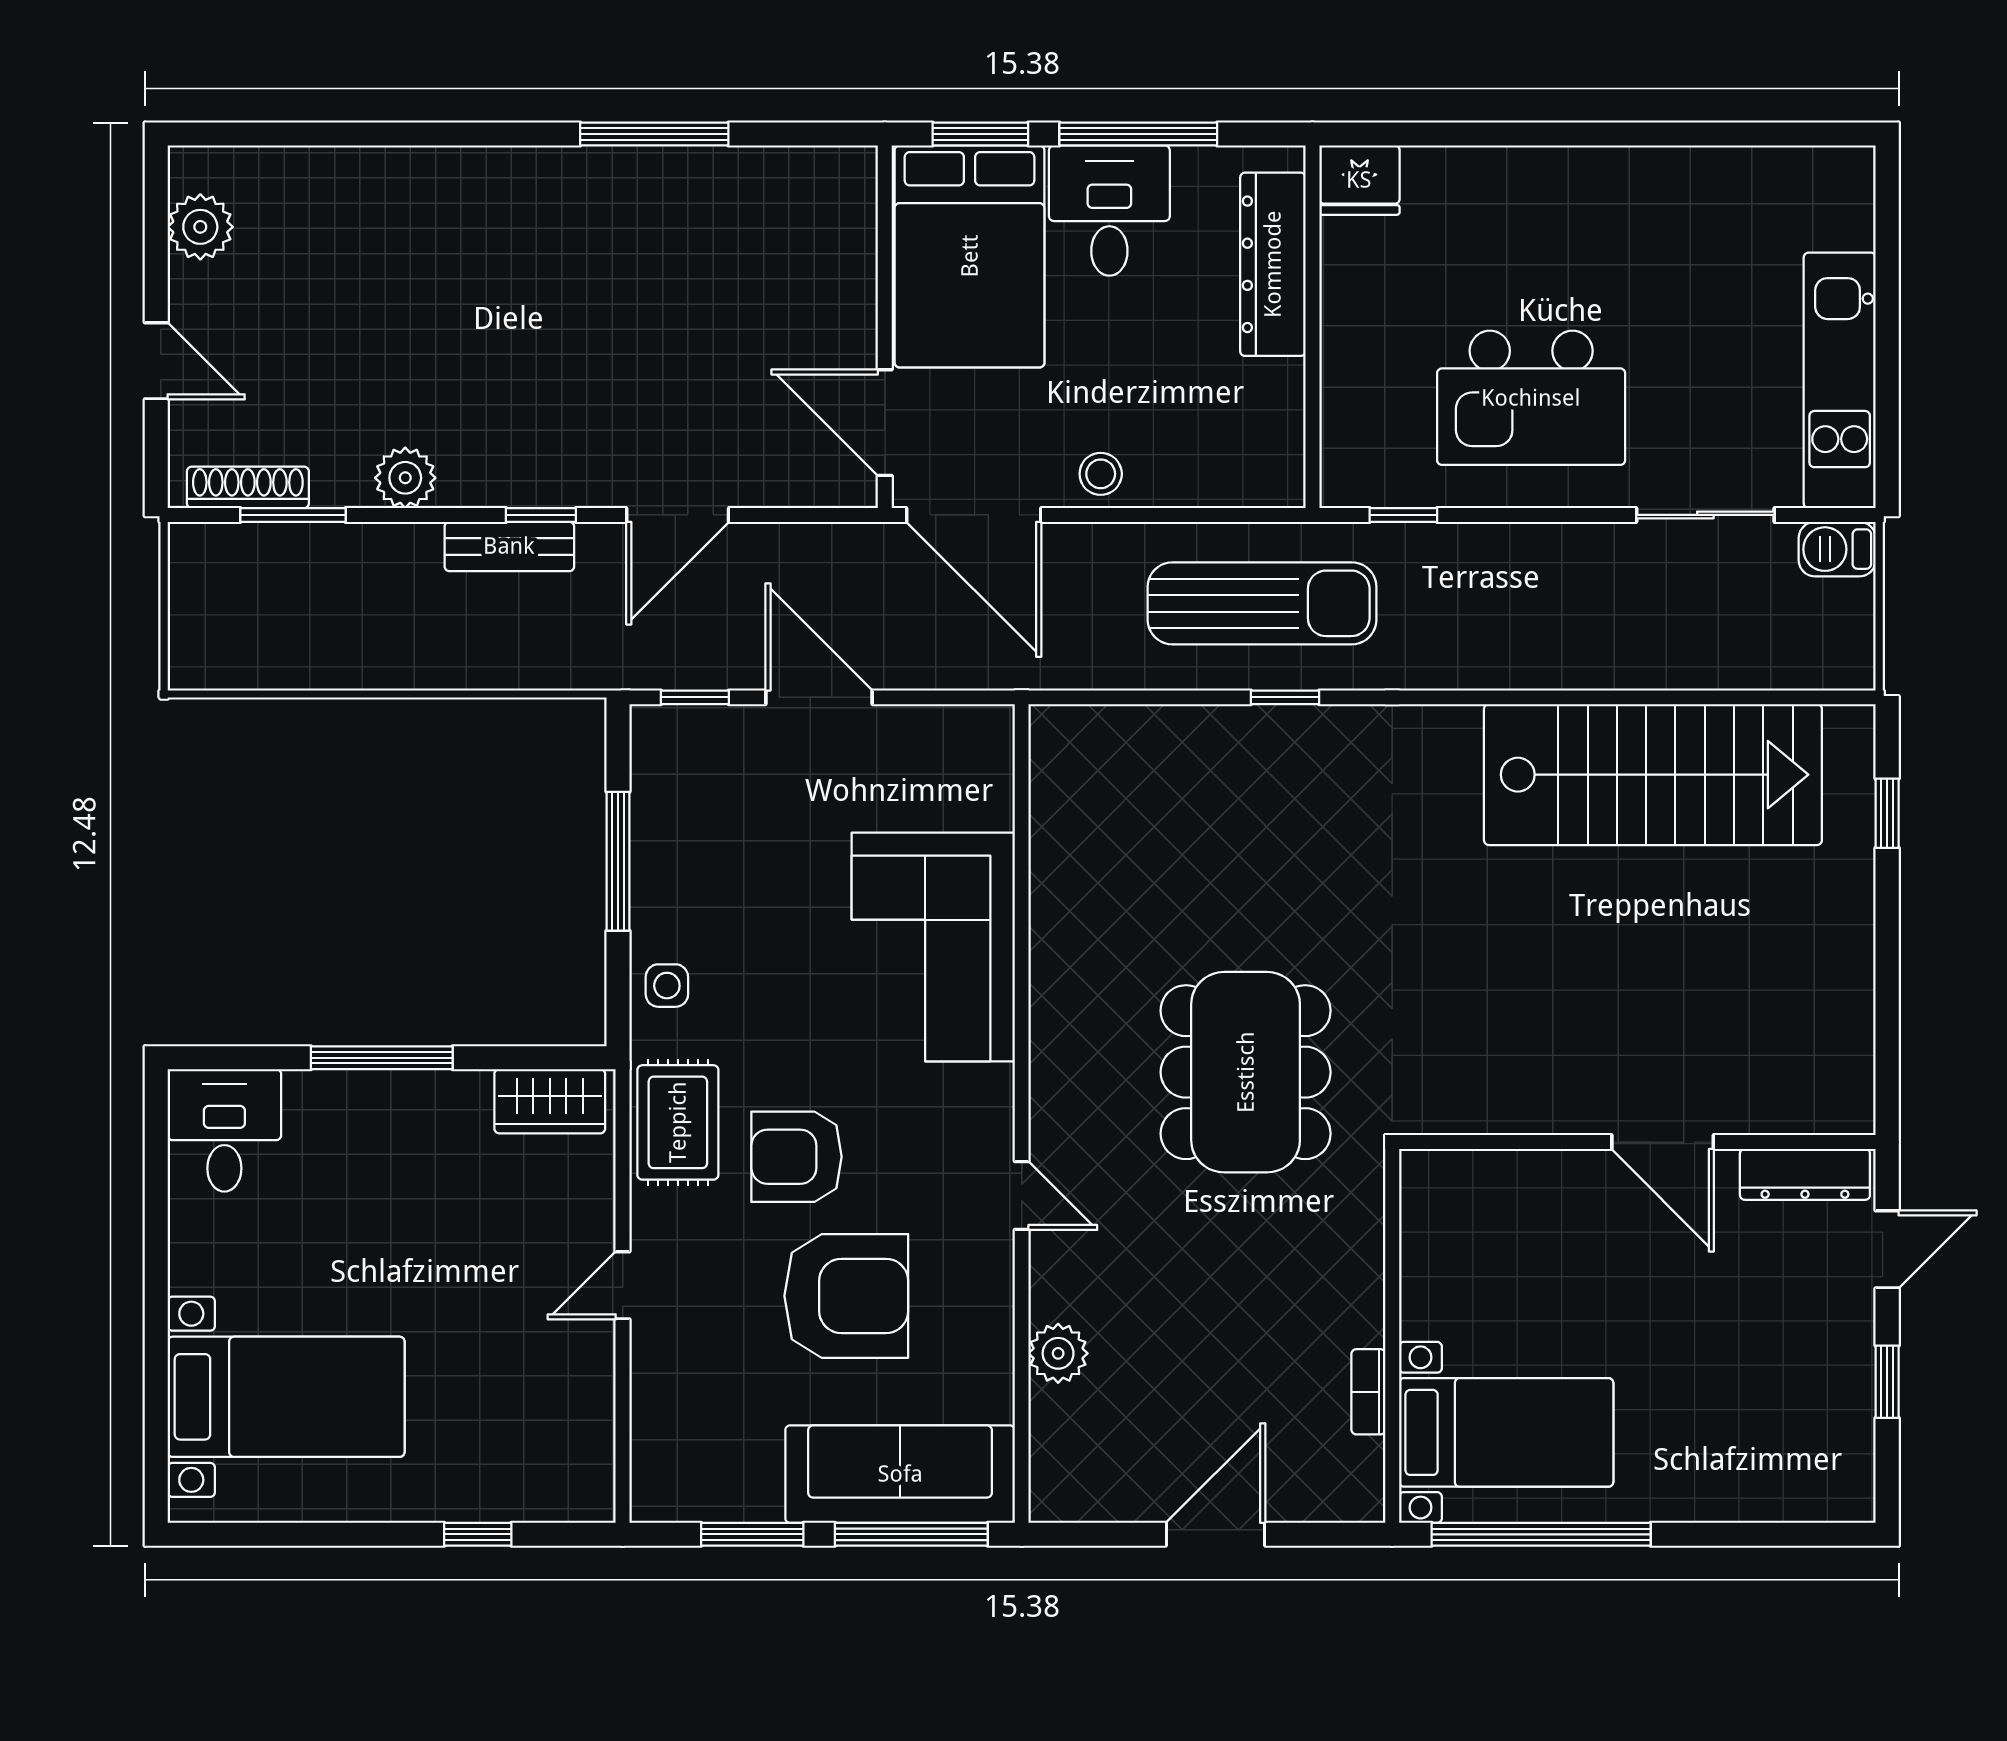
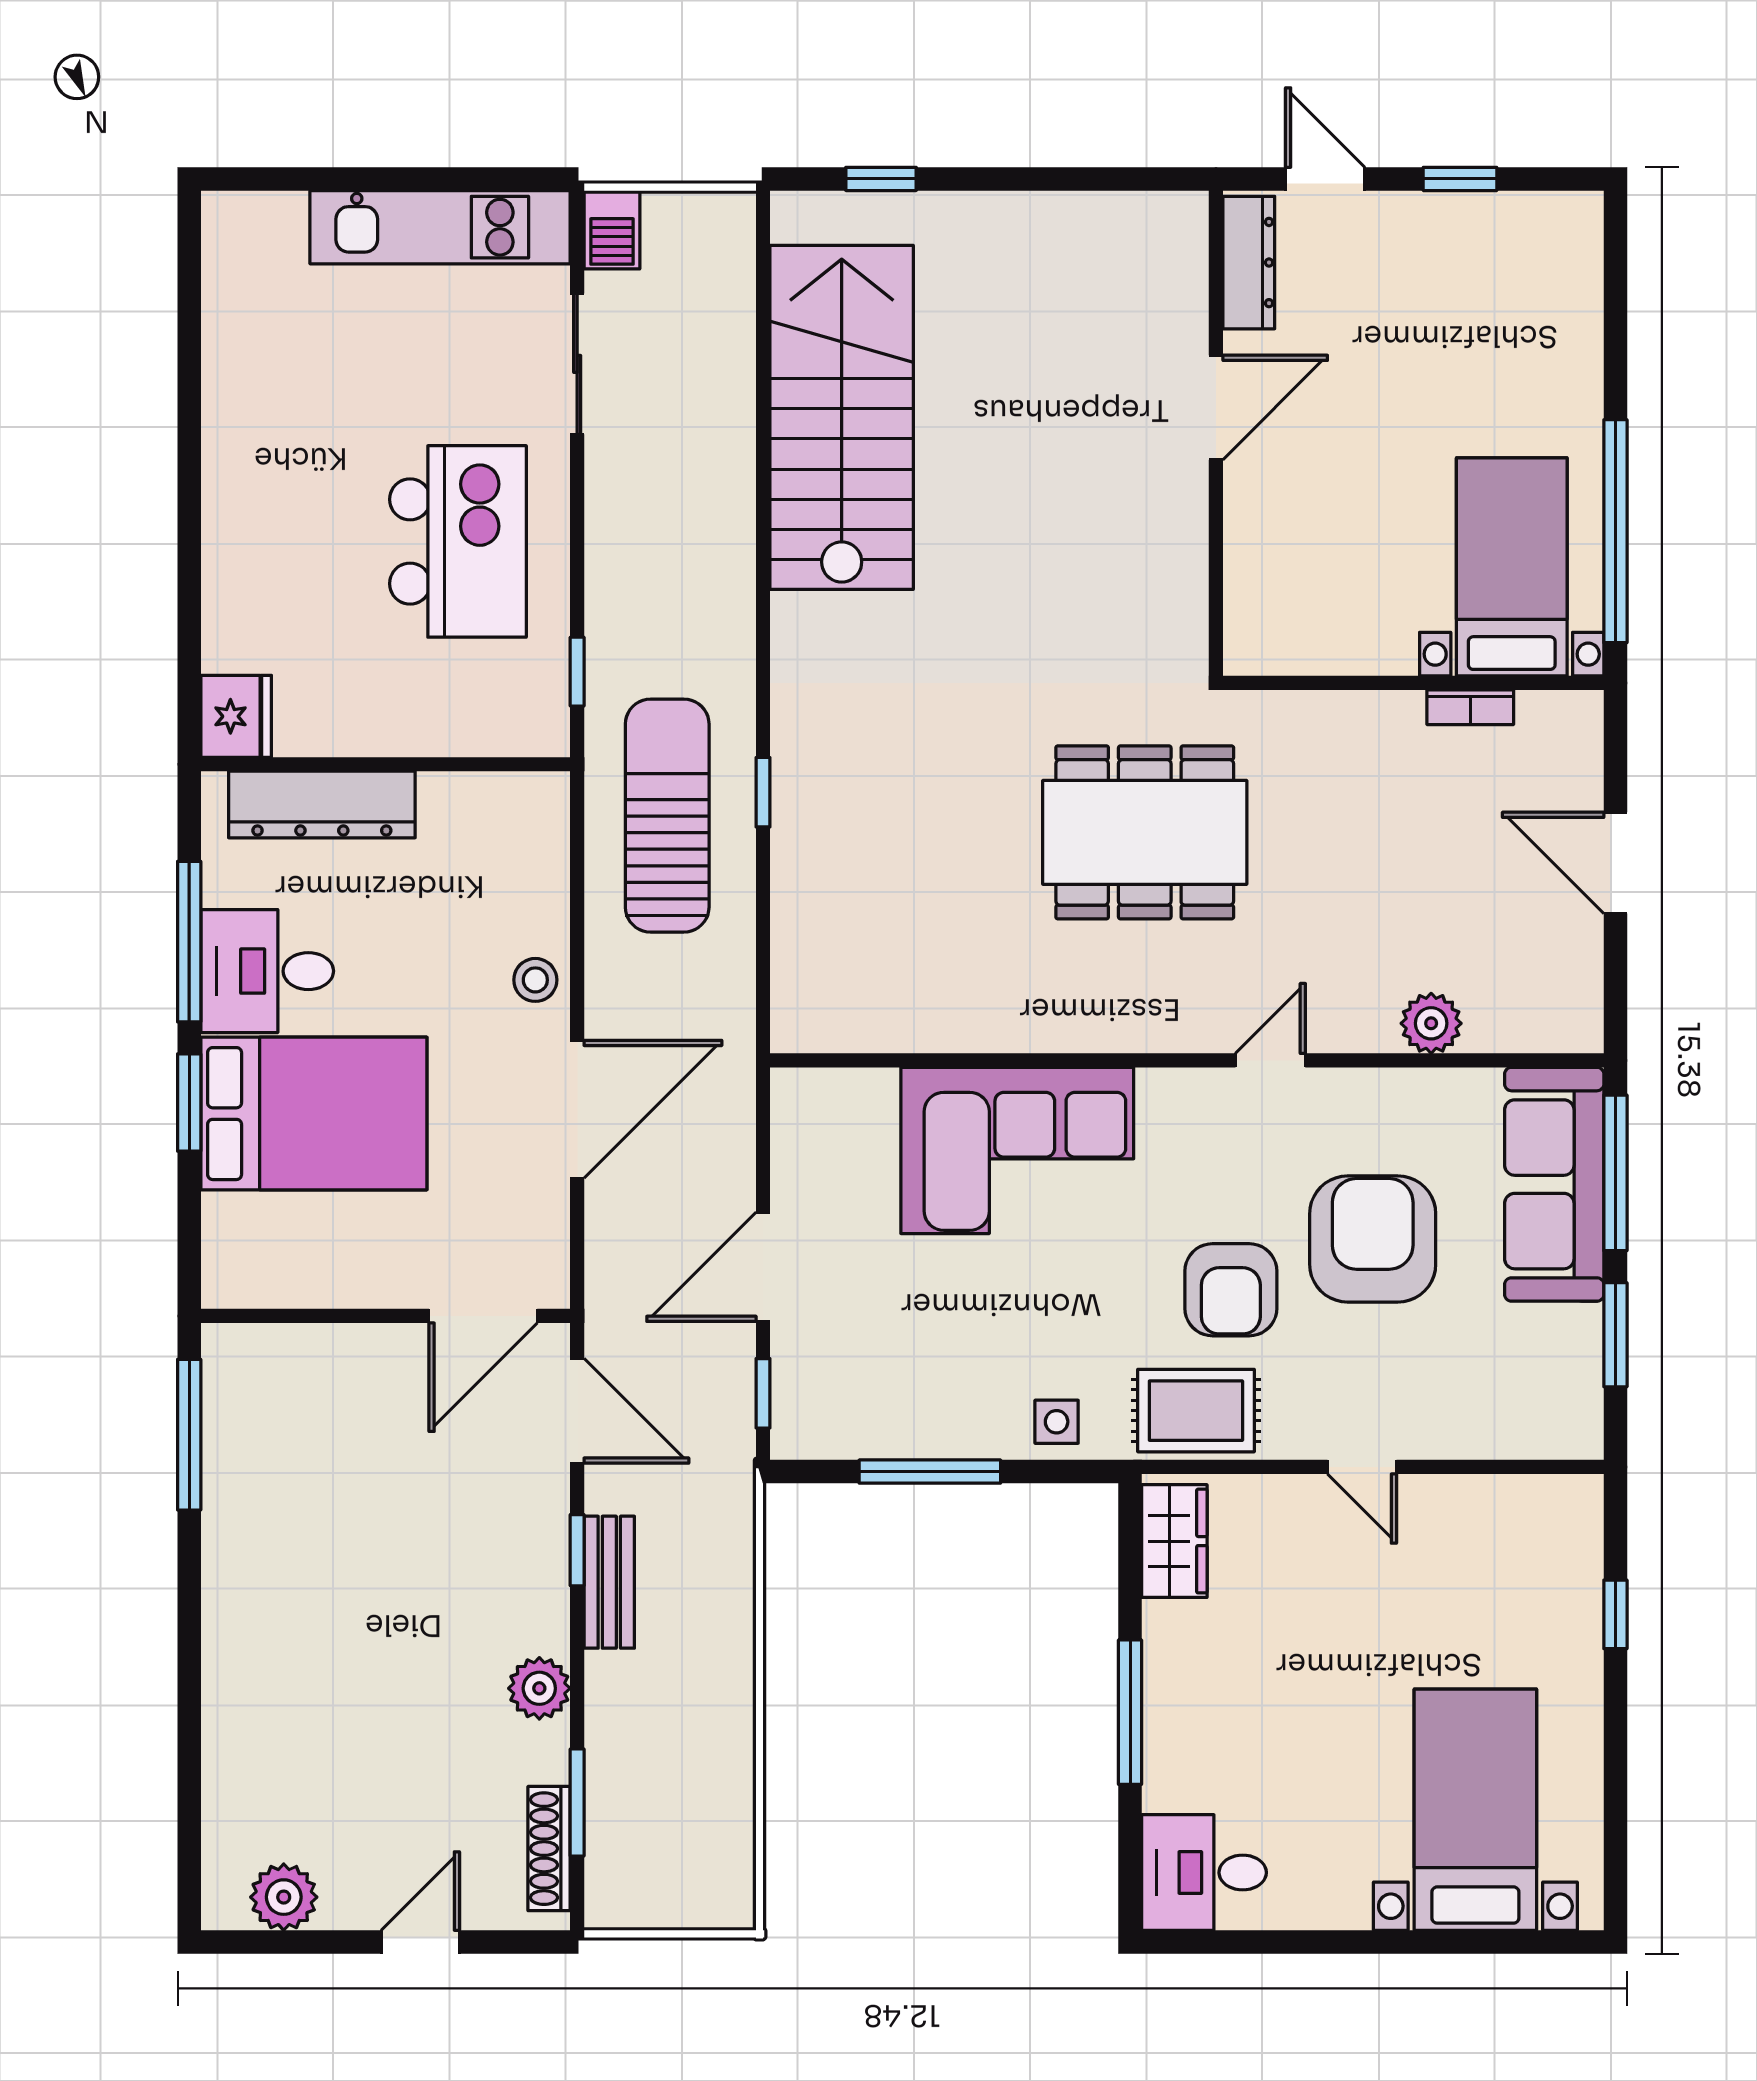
wall: (885, 327) -> (386, 1316), moved
door: (885, 423) -> (483, 1316), moved

